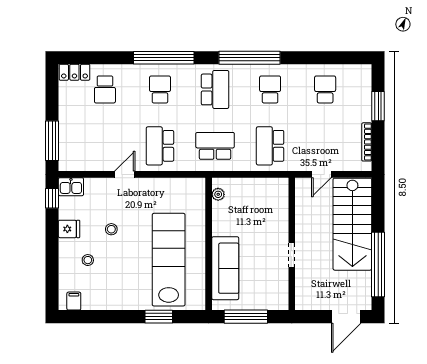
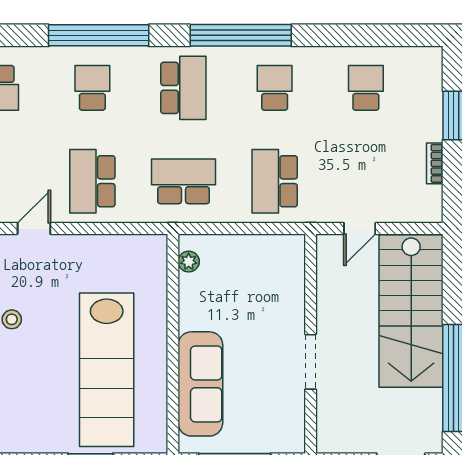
bookcase: (367, 142) -> (435, 163), width x0.64
doorway: (292, 255) -> (311, 362), width x1.38
lab bench: (169, 260) -> (107, 370), turned 180

